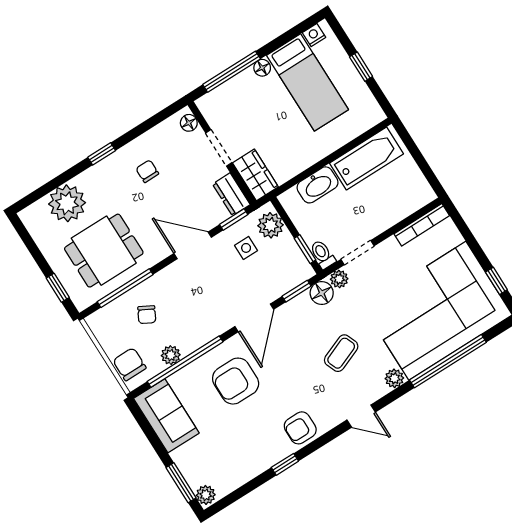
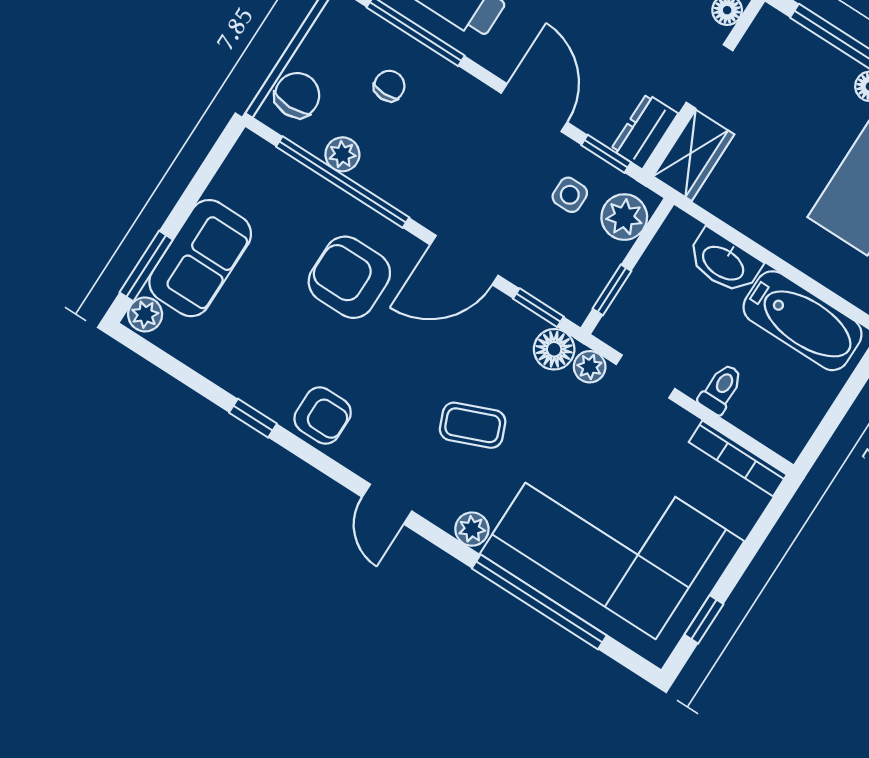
toilet: (322, 254) -> (721, 389), moved
chair: (147, 315) -> (389, 86), turned 152
sofa: (166, 416) -> (200, 258), moved
armchair: (300, 428) -> (323, 416), turned 180

